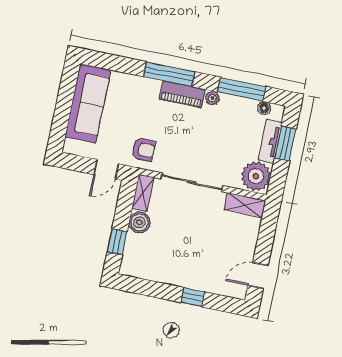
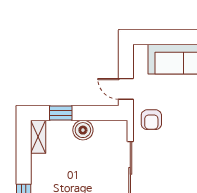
shelving: (143, 193) -> (38, 137), moved, turned 90

